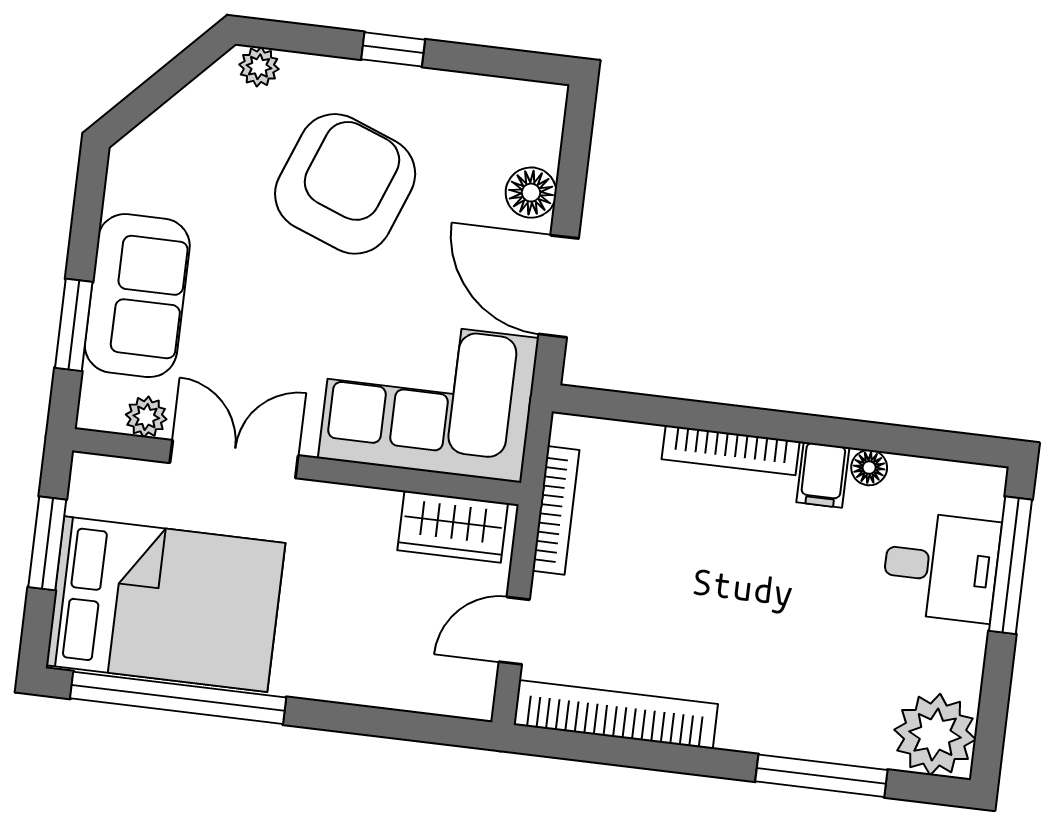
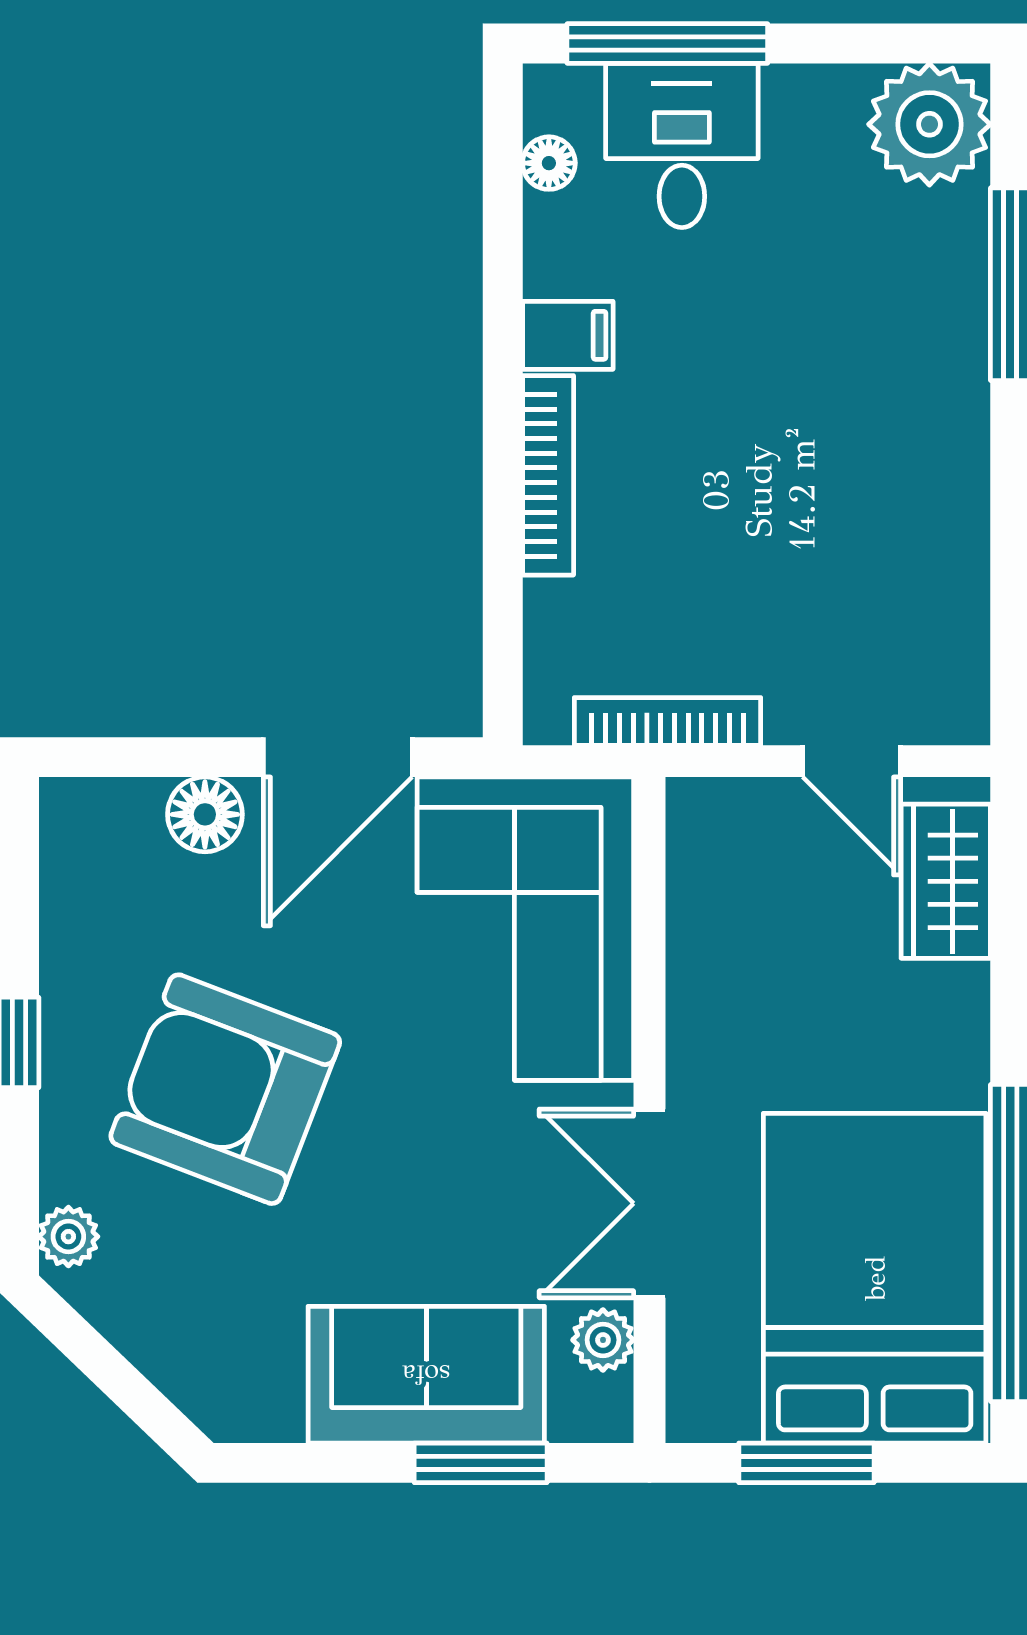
floor lamp: (869, 468) -> (549, 163), moved
wardrobe: (453, 527) -> (946, 881), moved, turned 180
bookcase: (616, 714) -> (957, 597), removed

